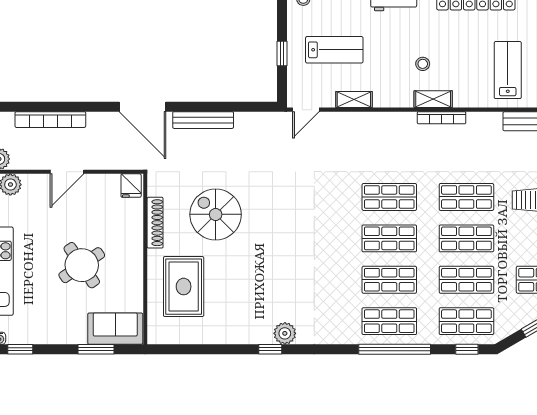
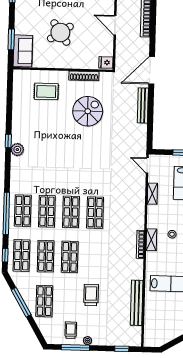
shop shelf: (466, 197) -> (94, 258), removed
rug: (184, 287) -> (46, 91), width x0.73, depth x0.70

